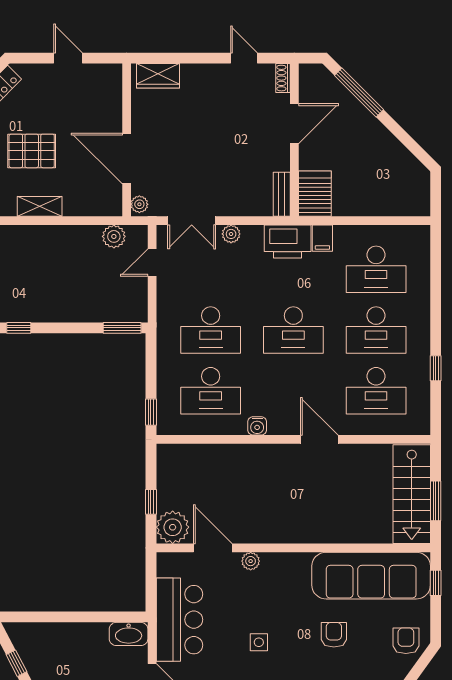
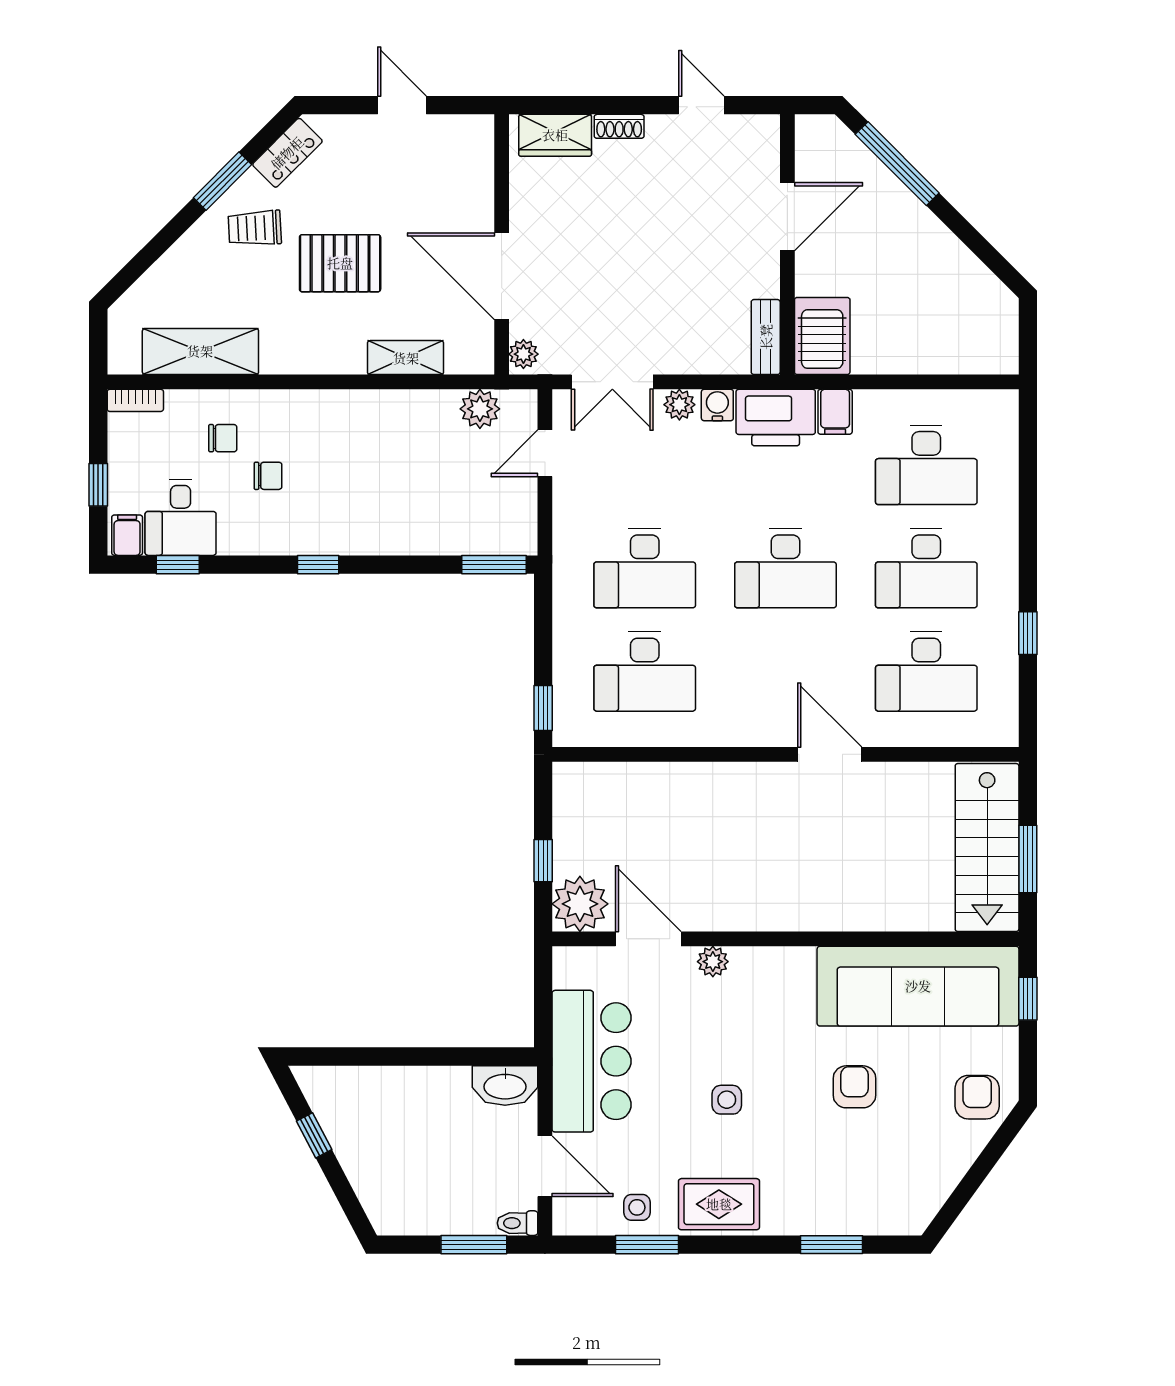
shoe rack: (283, 78) -> (619, 126), moved, turned -90
shelving: (40, 206) -> (406, 358), moved
water cooler: (257, 426) -> (717, 405), moved, turned 180

